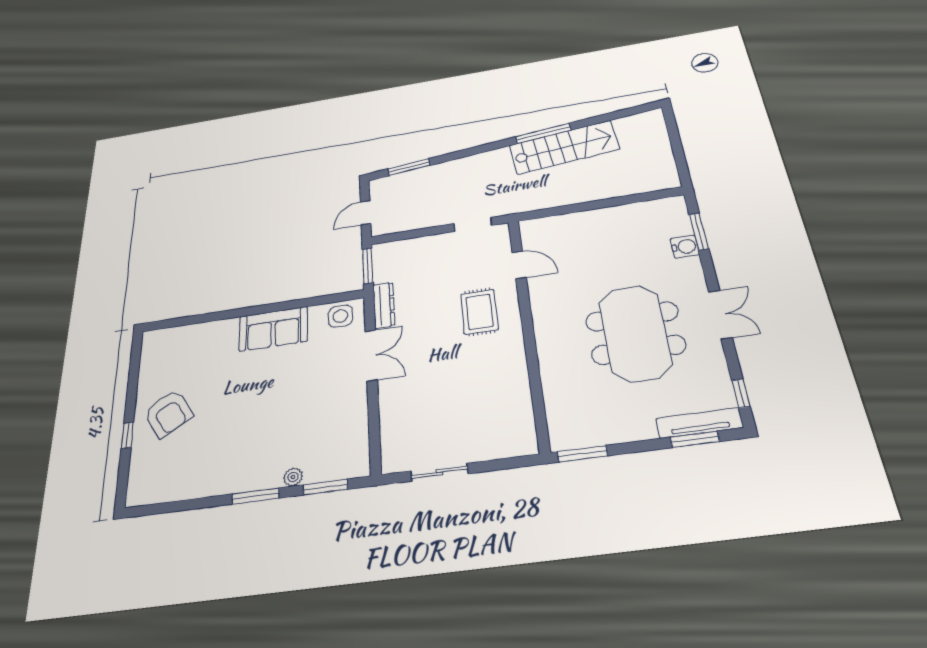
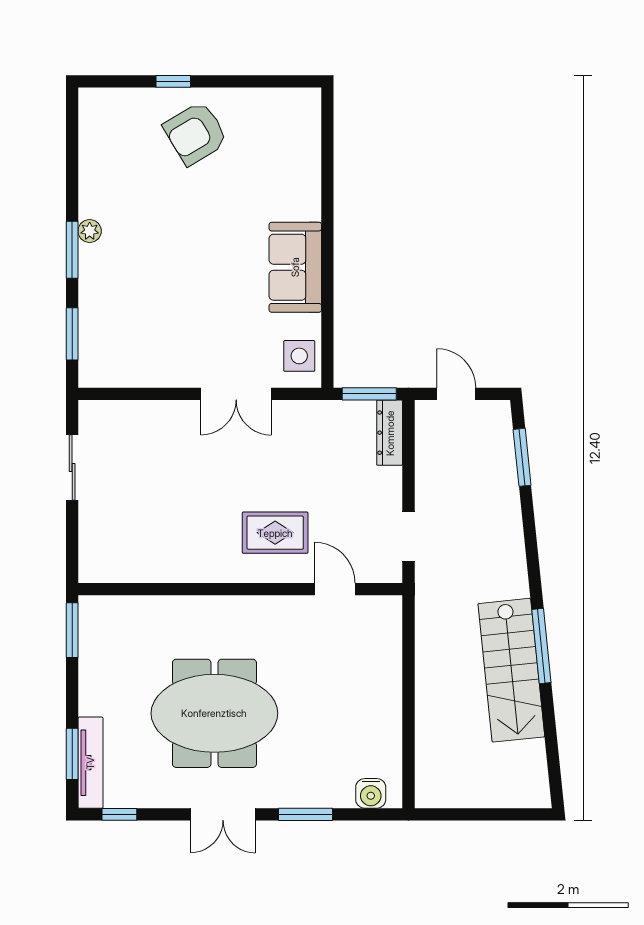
window: (699, 231) -> (305, 814), moved
water cooler: (685, 247) -> (371, 793), moved
door: (519, 265) -> (335, 589), swing flipped
dresser: (384, 305) -> (390, 433), moved, turned 90
plant: (293, 477) -> (90, 231), moved

